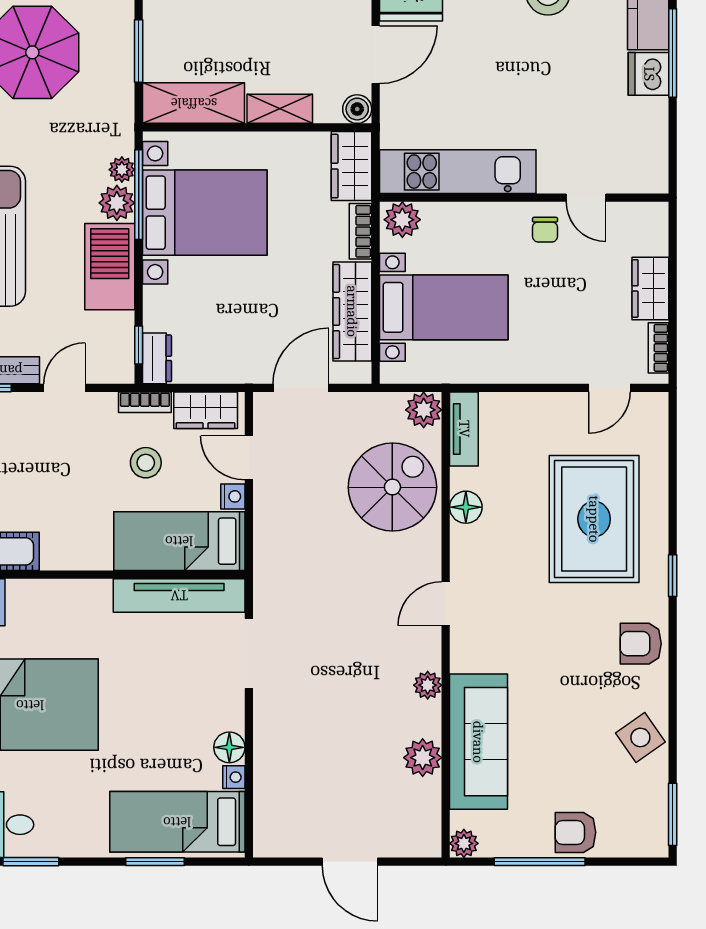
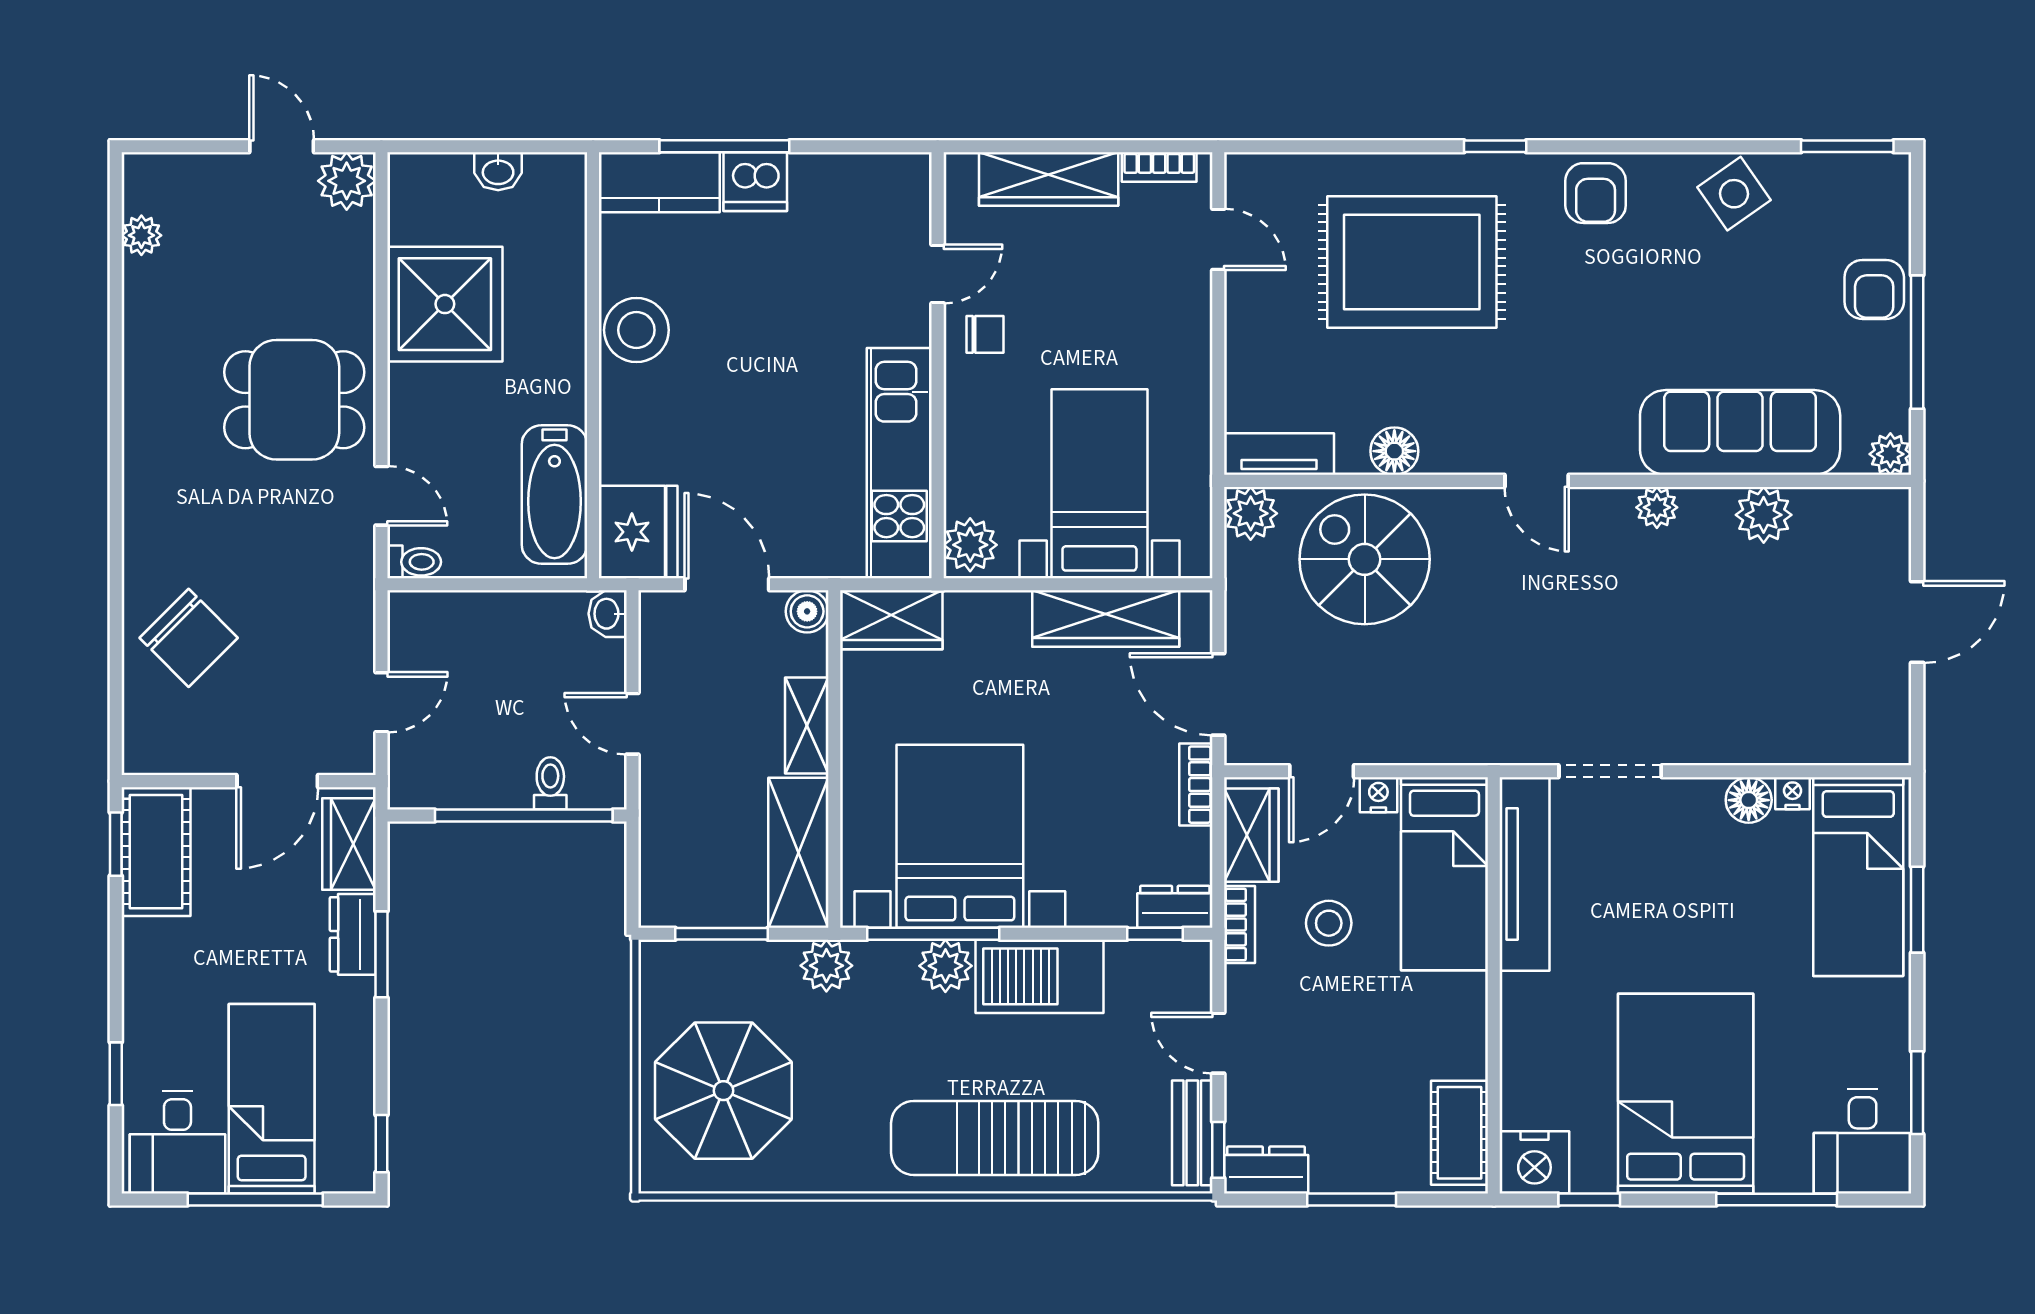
plant: (122, 170) -> (826, 966), moved, width x1.38, depth x1.38
bookcase: (360, 231) -> (1196, 785), moved, turned 90
wardrobe: (650, 288) -> (1049, 179), width x1.50

